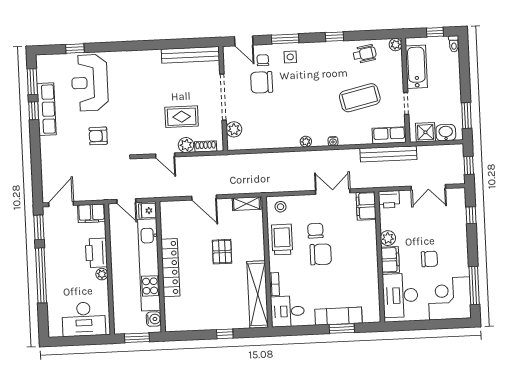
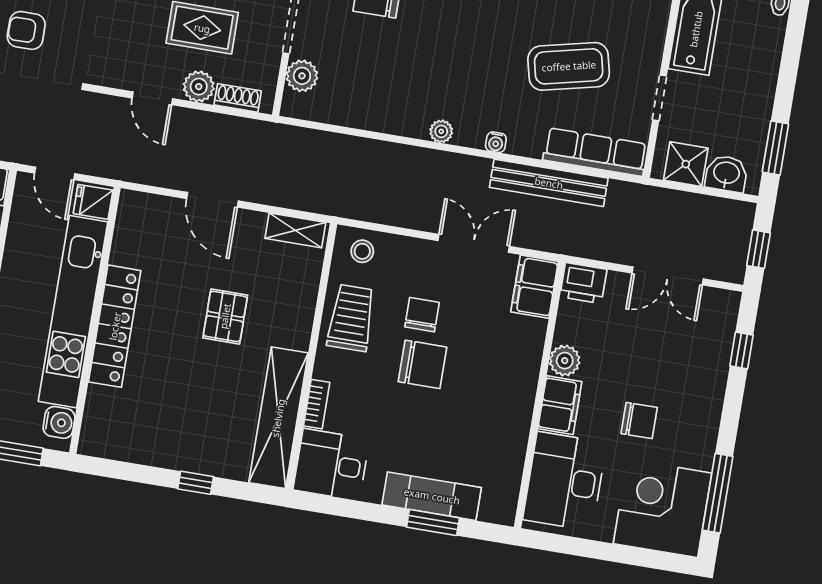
row of seats: (389, 135) -> (595, 152), width x1.48
bench: (388, 154) -> (549, 183), moved

